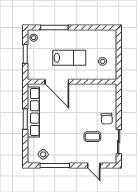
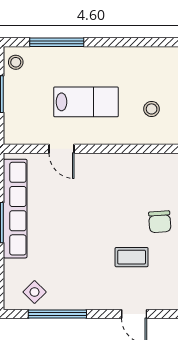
door: (57, 82) -> (61, 149), width x0.53

